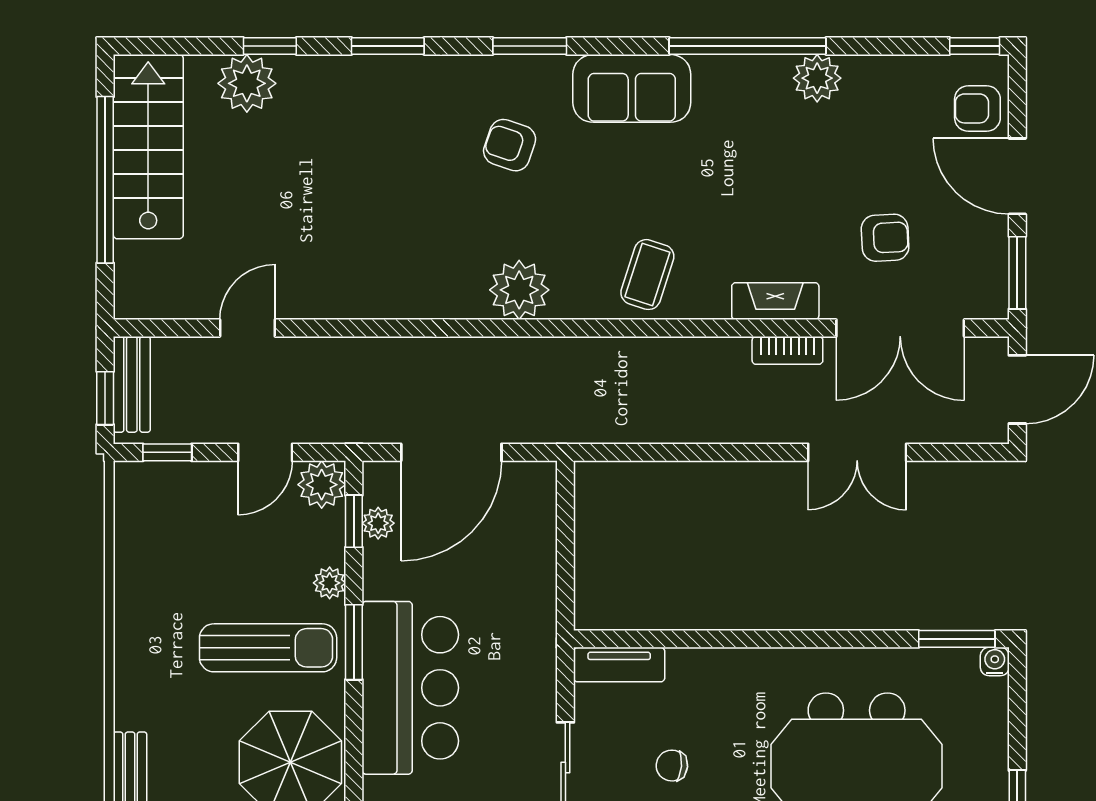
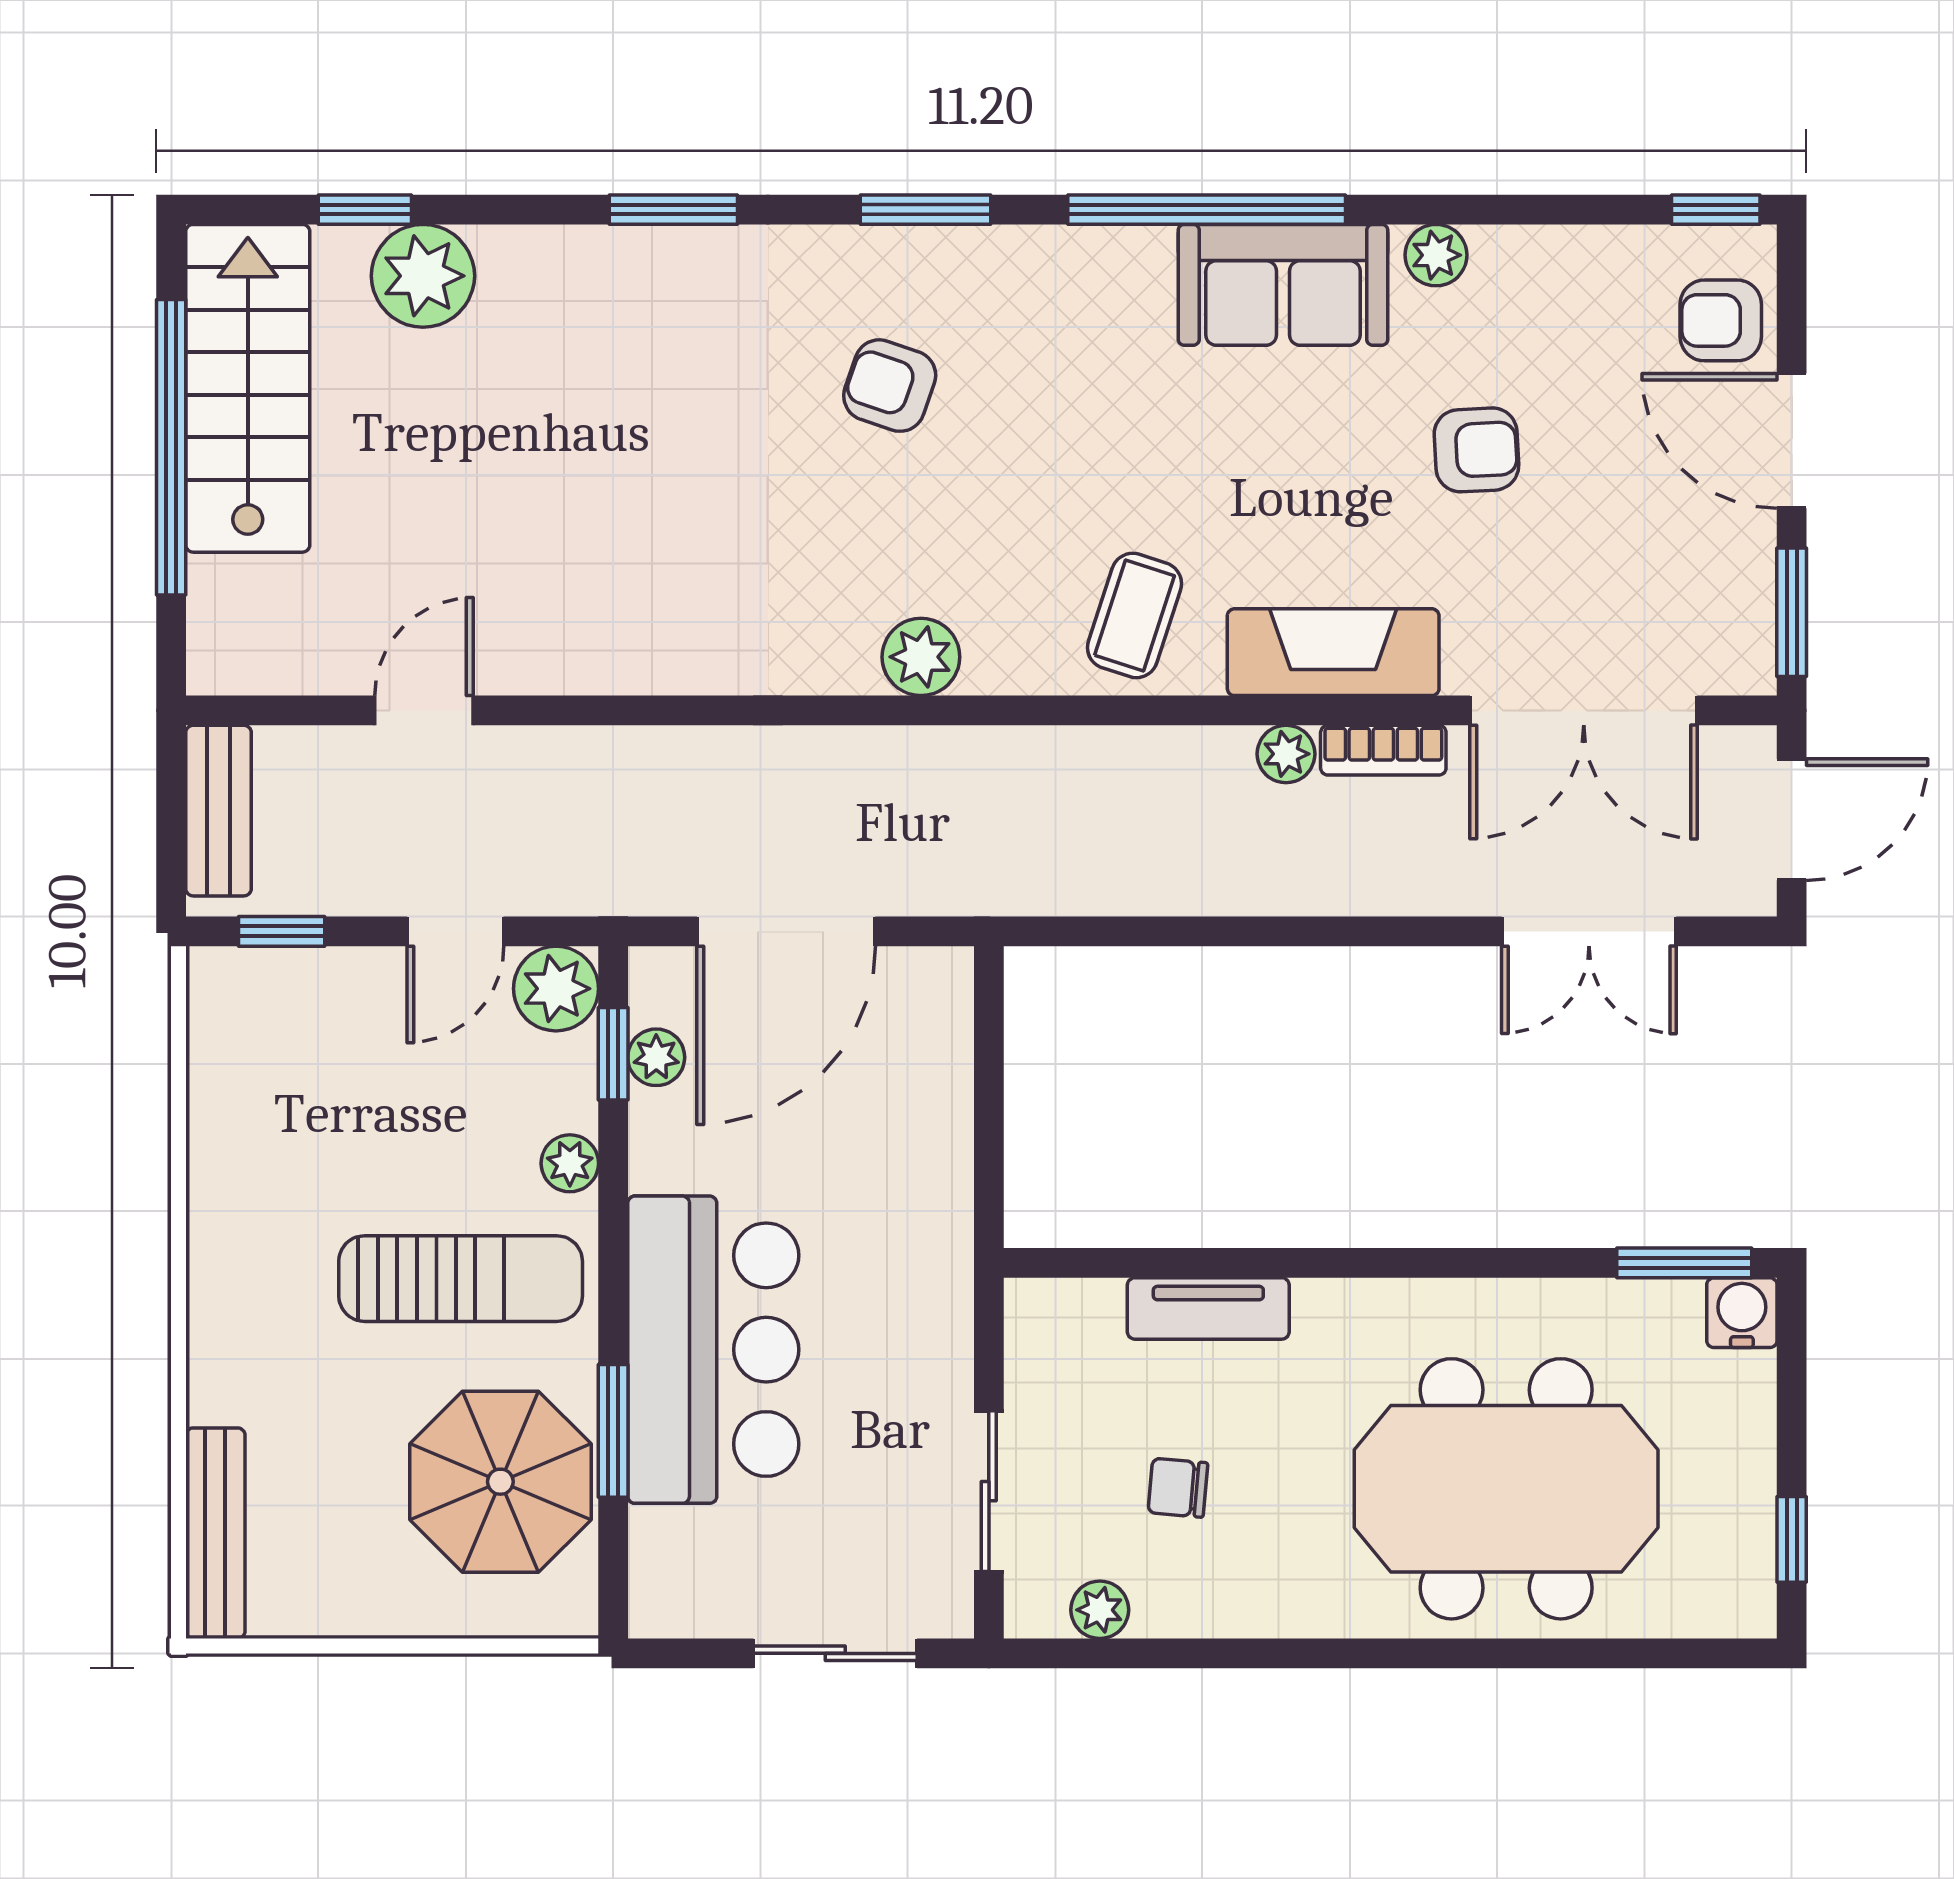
window: (270, 46) -> (365, 210), moved
window: (748, 46) -> (1207, 210), moved
plant: (817, 78) -> (1436, 255), width x0.73, depth x0.73
sofa: (632, 88) -> (1283, 285), moved
armchair: (885, 238) -> (1476, 450), moved
plant: (519, 290) -> (921, 657), width x0.73, depth x0.73
fireplace: (775, 301) -> (1333, 652), width x1.37, depth x1.32
plant: (733, 352) -> (1286, 754), added
window: (105, 398) -> (171, 835), removed
double door: (857, 452) -> (1589, 931), moved
window: (354, 642) -> (613, 1431), moved
water cooler: (995, 662) -> (1742, 1313), width x1.38, depth x1.38
tv unit: (619, 665) -> (1208, 1308), moved

